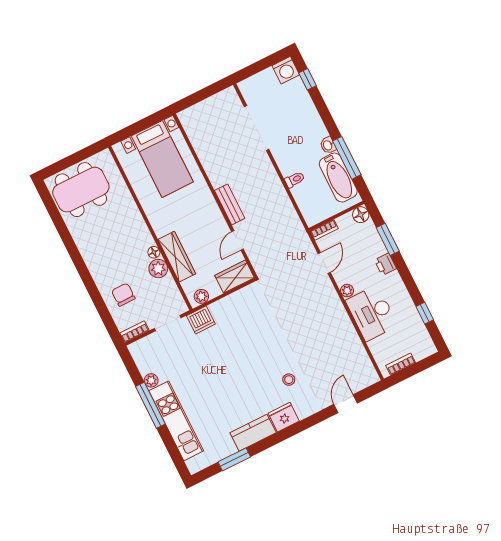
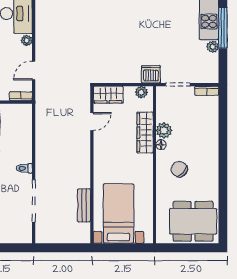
toilet: (295, 180) -> (24, 168), moved
bench: (230, 204) -> (84, 205), moved
chair: (123, 295) -> (179, 169), moved, turned 132

